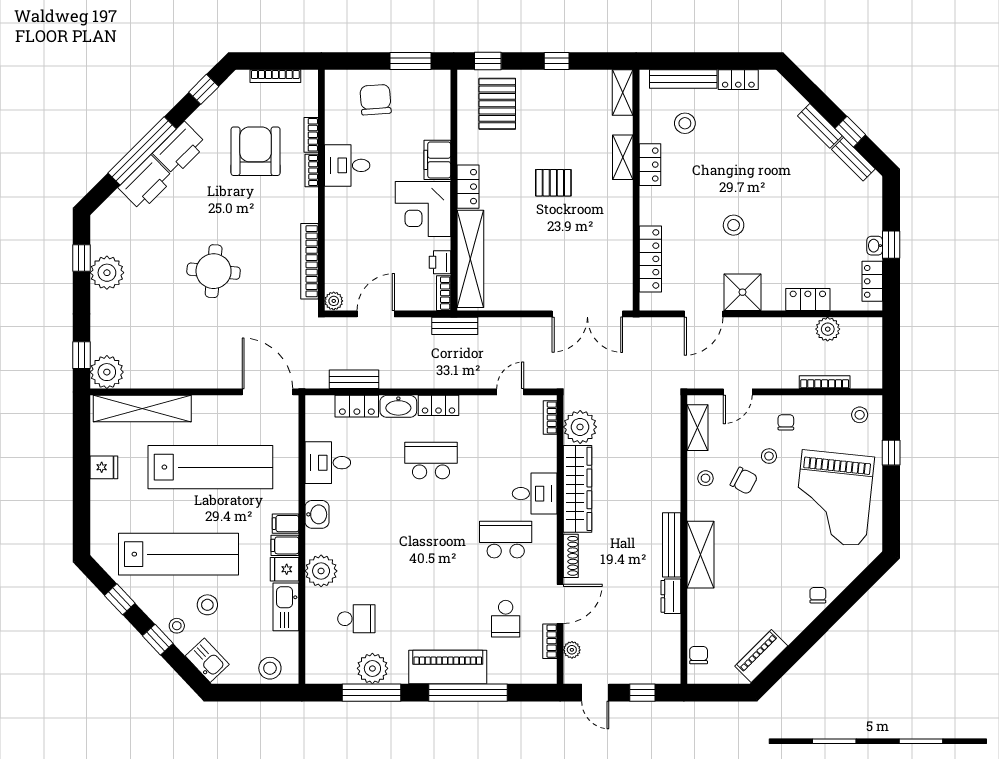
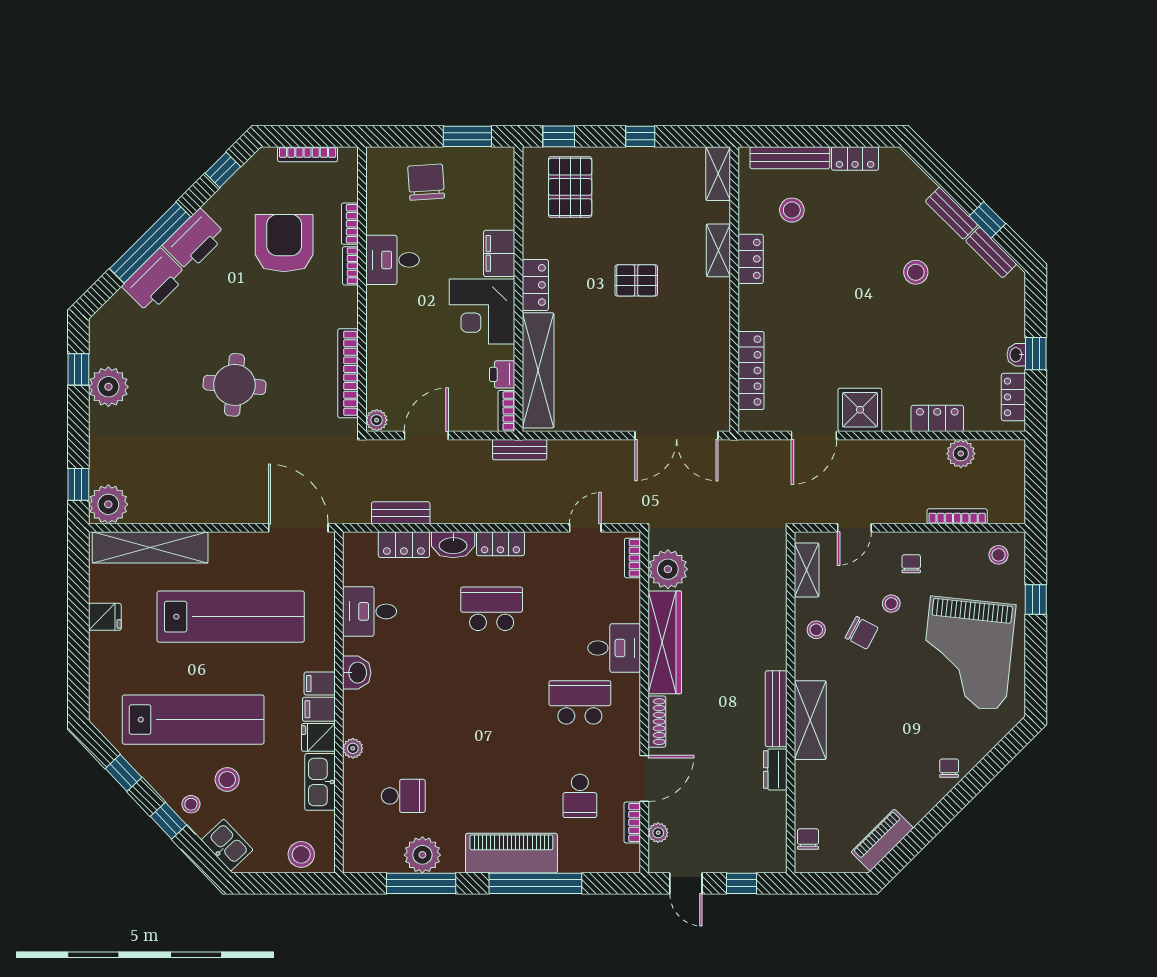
stool: (734, 225) -> (916, 272), moved
plant: (321, 571) -> (353, 748), width x0.53, depth x0.53

